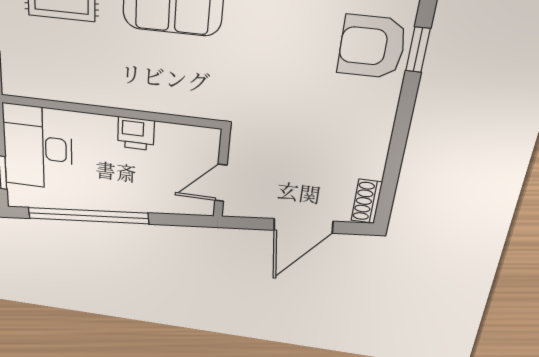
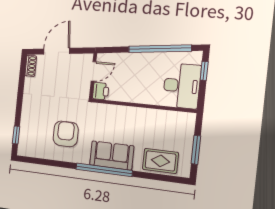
armchair: (372, 47) -> (66, 134), moved, turned -90
printer: (136, 134) -> (101, 91), moved, turned 90

